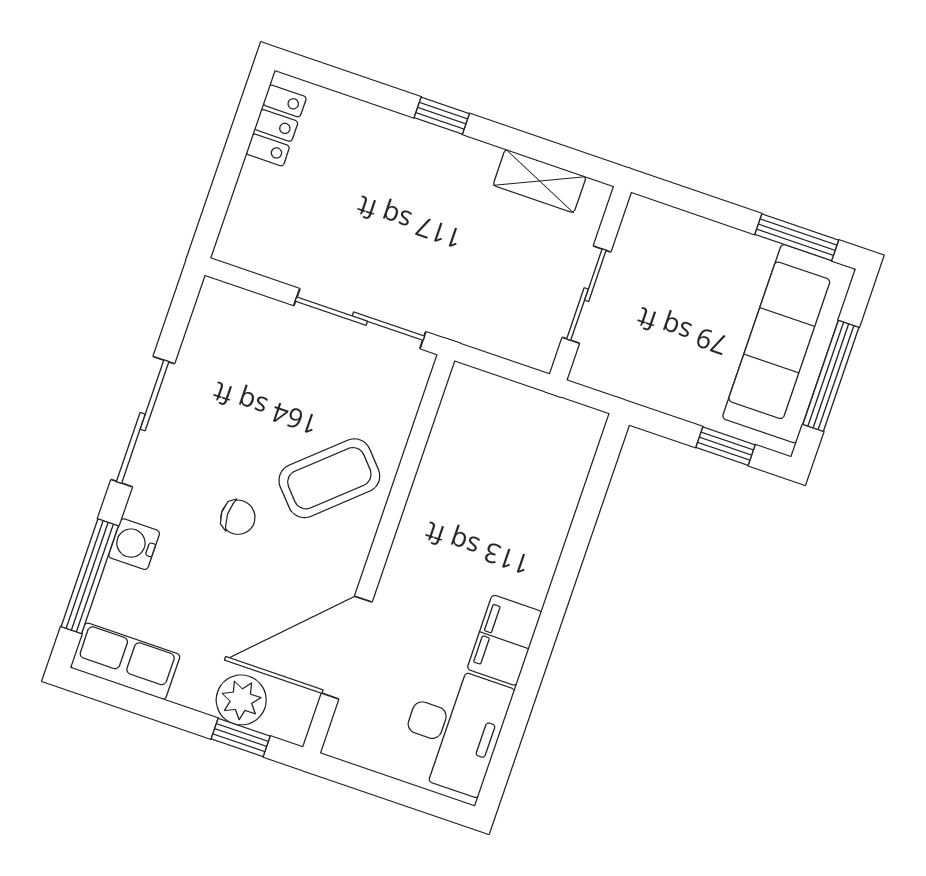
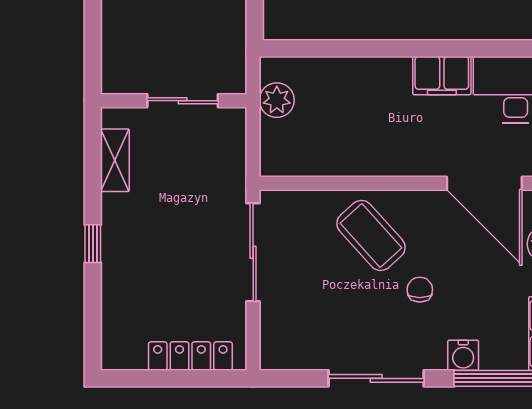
locker: (276, 125) -> (190, 356), moved, width x1.53
plant: (546, 416) -> (277, 100), added

